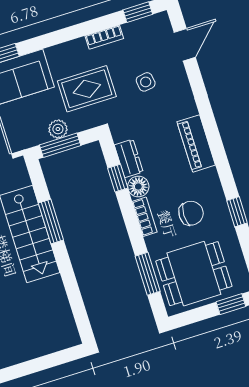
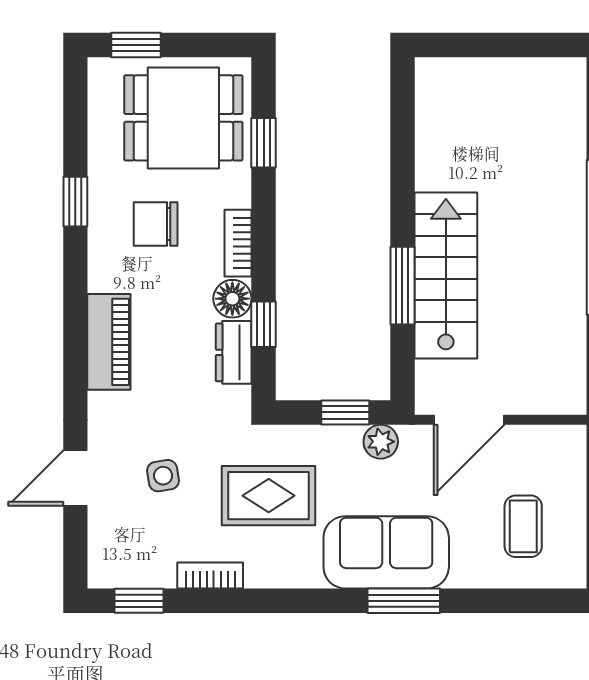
door: (185, 45) -> (75, 478), moved
plant: (58, 129) -> (381, 442), moved
window: (60, 145) -> (345, 412), width x0.67
window: (148, 274) -> (264, 143), width x0.67

